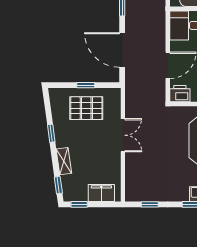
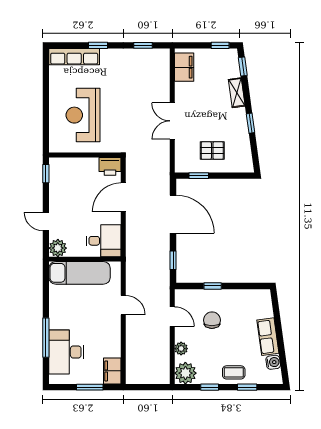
window: (86, 85) -> (199, 176), moved
pallet: (86, 108) -> (212, 151), width x0.67, depth x0.71
filing cabinet: (101, 193) -> (184, 67), moved, turned -90

